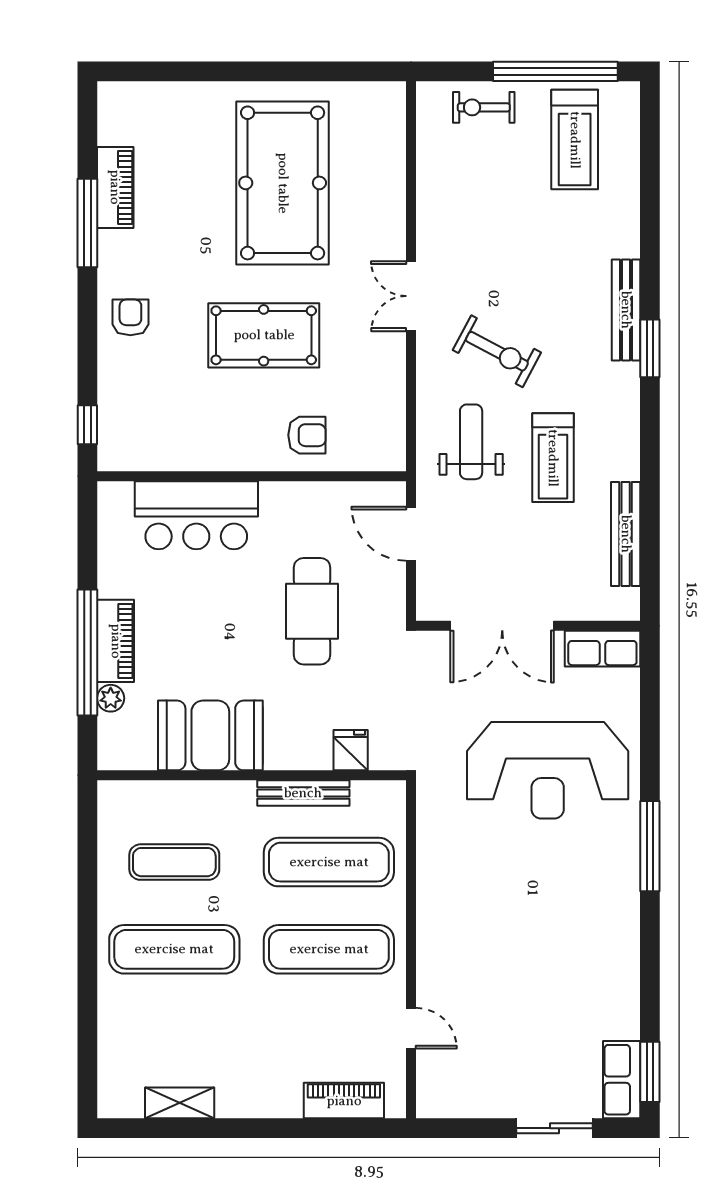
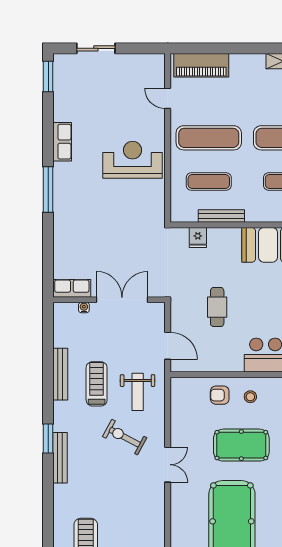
stool: (246, 432) -> (250, 397), added
bench: (626, 534) -> (60, 374), moved
water cooler: (578, 610) -> (84, 308), added
cafe table: (312, 611) -> (217, 307), width x0.73, depth x0.74
reception desk: (548, 770) -> (133, 160), moved, width x0.74, depth x0.77
exercise mat: (329, 862) -> (209, 181), width x0.73, depth x0.69
row of seats: (622, 1080) -> (62, 142), moved
piano: (344, 1101) -> (201, 65), width x1.37, depth x1.33

